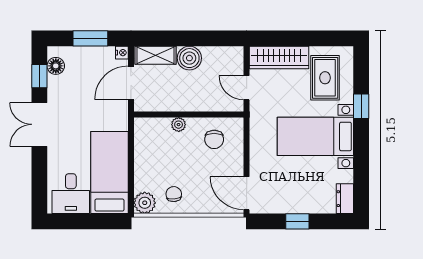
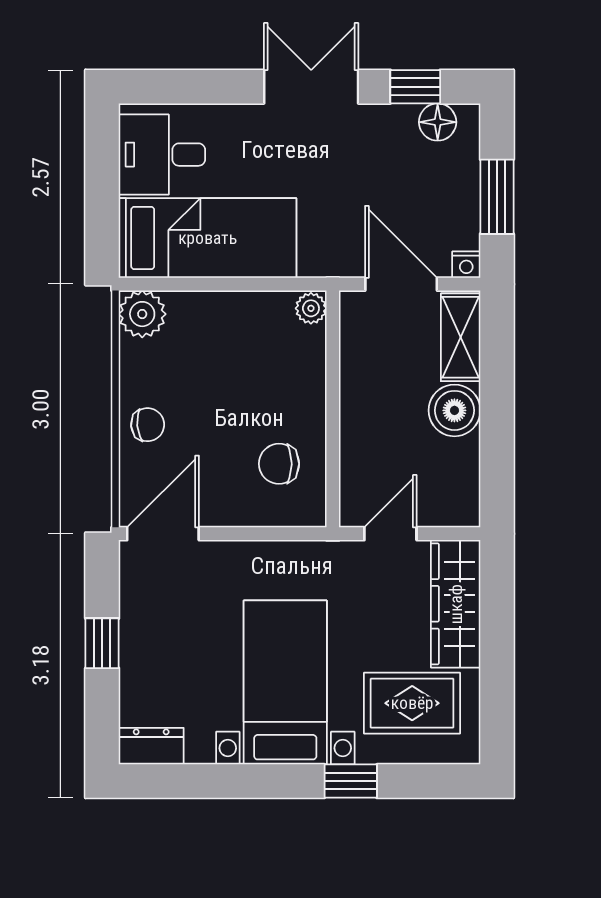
plant: (179, 125) -> (311, 308), moved
chair: (174, 194) -> (148, 425), moved

